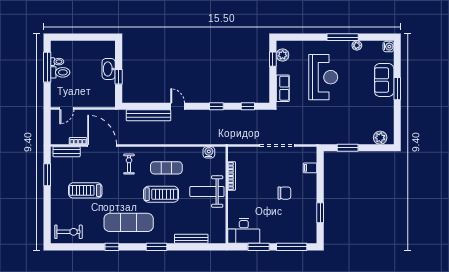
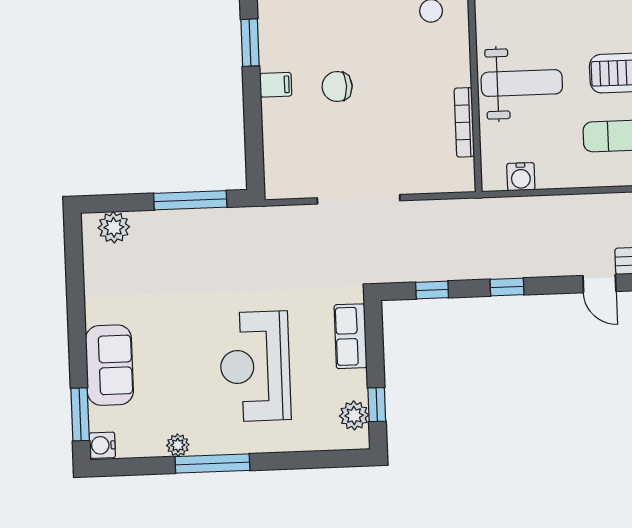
window: (397, 89) -> (80, 414), moved
window: (348, 148) -> (190, 200), width x1.44
filing cabinet: (310, 168) -> (276, 85), moved

